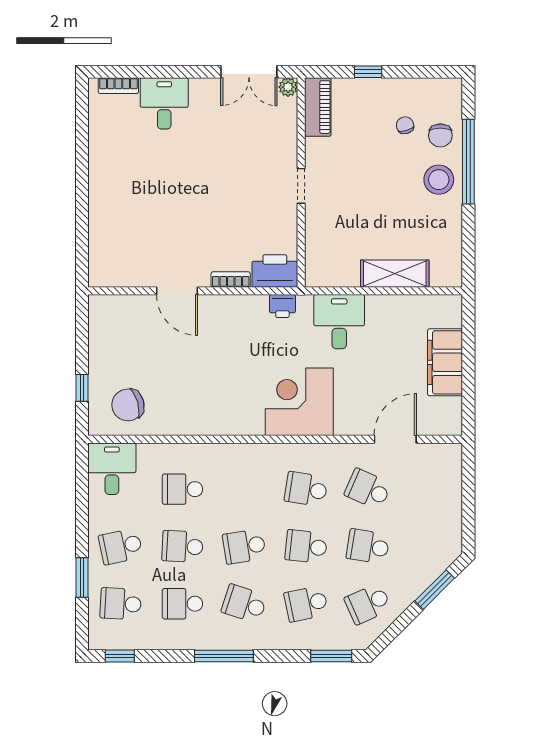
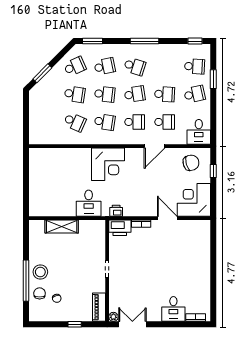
corner desk: (122, 328) -> (194, 200), added
filing cabinet: (445, 362) -> (37, 183), removed
door: (395, 439) -> (155, 146), moved
school desk: (182, 604) -> (135, 122), moved

